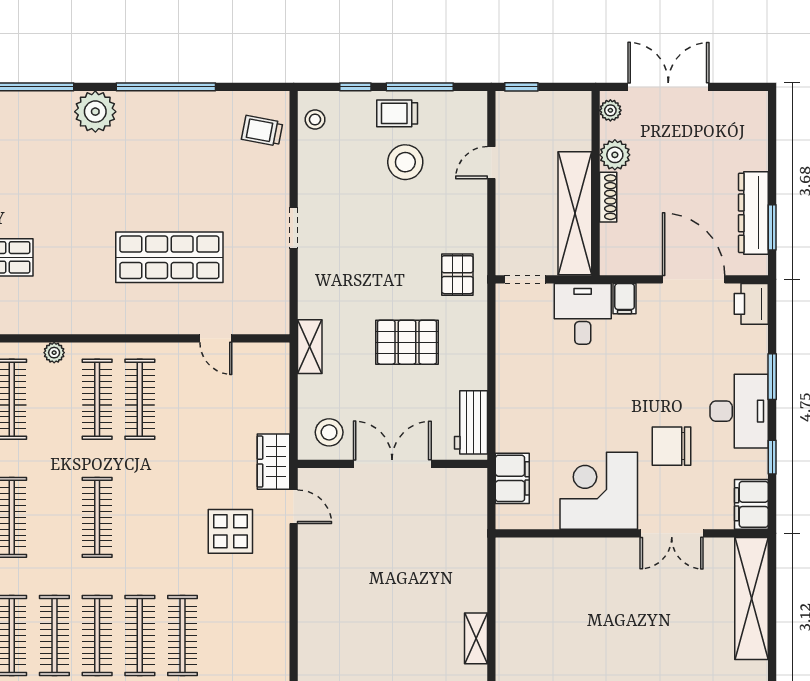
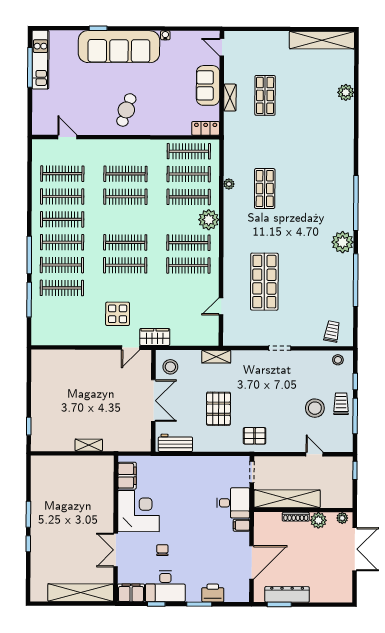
printer: (751, 304) -> (213, 593), moved
plant: (54, 353) -> (209, 220), width x1.88, depth x1.88
desk: (739, 411) -> (165, 586), moved
chair: (672, 446) -> (162, 550), width x0.54, depth x0.54
filing cabinet: (512, 478) -> (127, 476), moved, turned -90
clothes rail: (140, 517) -> (125, 265), added
shelving: (476, 638) -> (89, 445), moved

